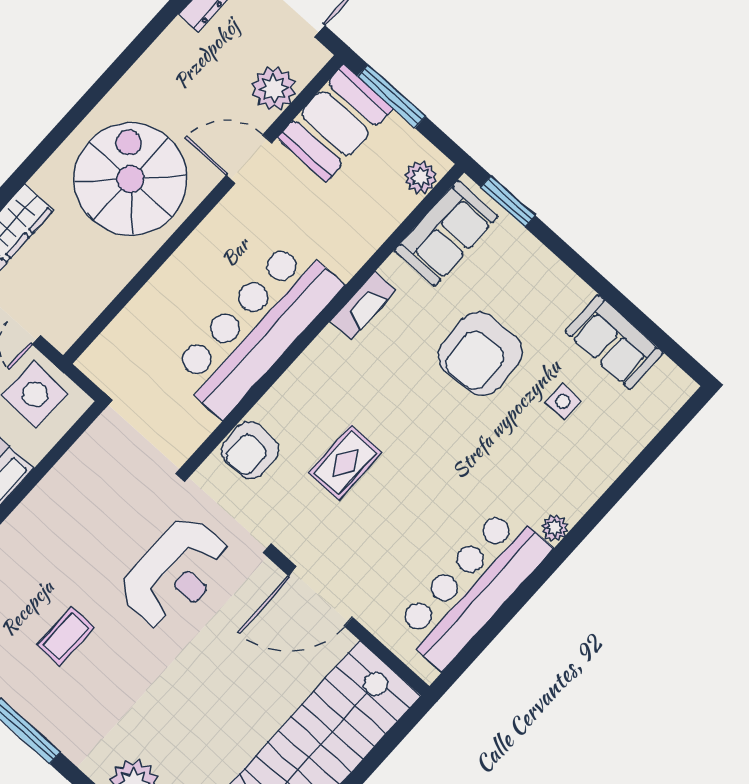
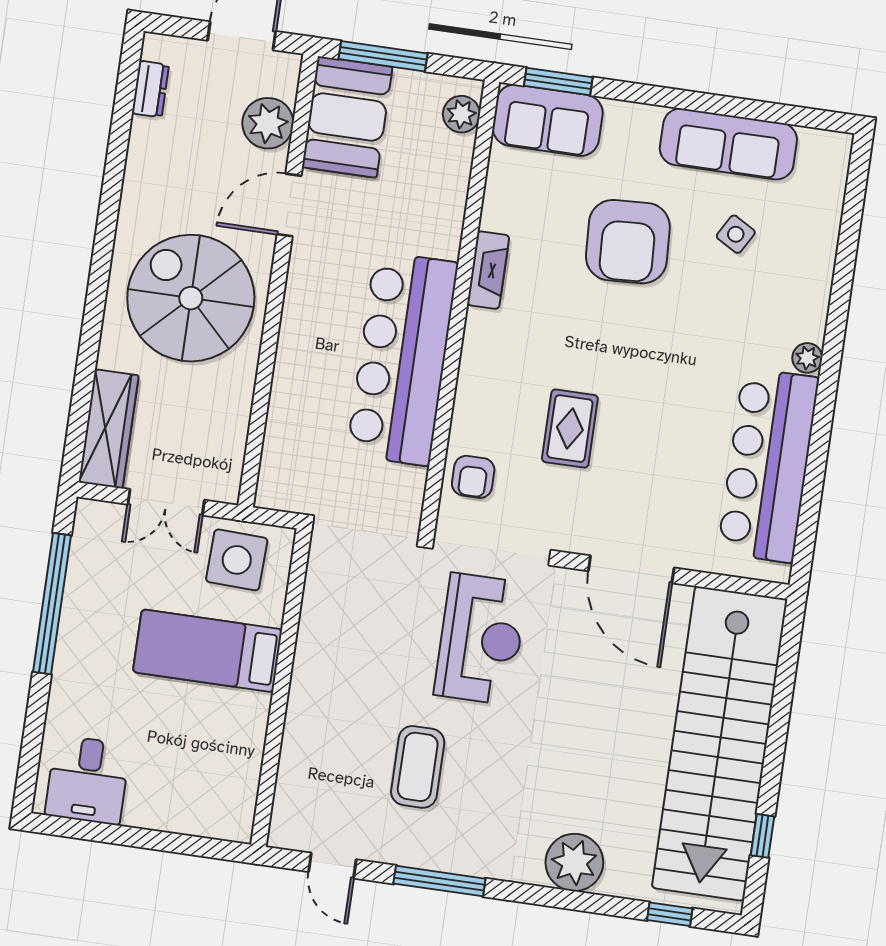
sofa: (446, 233) -> (548, 120), moved, turned 90
sofa: (614, 342) -> (728, 144), width x1.36
side table: (563, 402) -> (736, 234), turned 30
armchair: (250, 450) -> (473, 477), width x0.72, depth x0.72
door: (321, 596) -> (631, 569), hinge flipped
coffee table: (66, 636) -> (418, 767), width x1.36, depth x1.30

